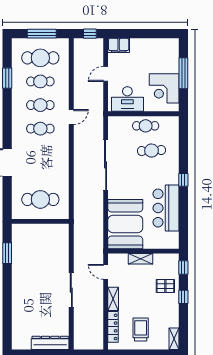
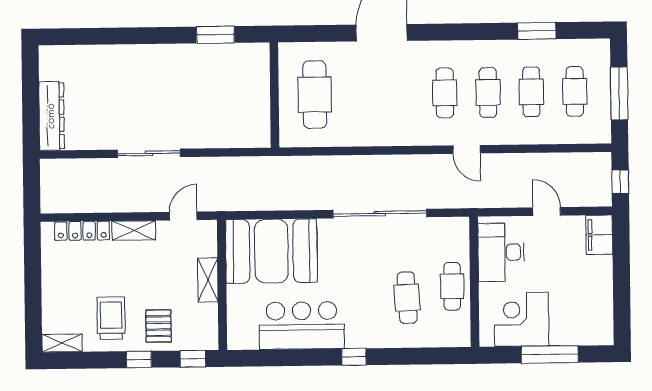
cafe table: (40, 58) -> (575, 91), width x0.73, depth x0.74
trolley: (141, 329) -> (111, 318), moved, turned -90

